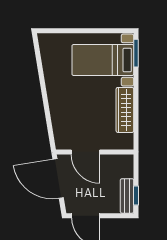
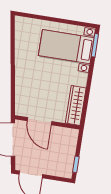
wardrobe: (125, 110) -> (76, 105), moved
bench: (127, 196) -> (68, 163), removed

